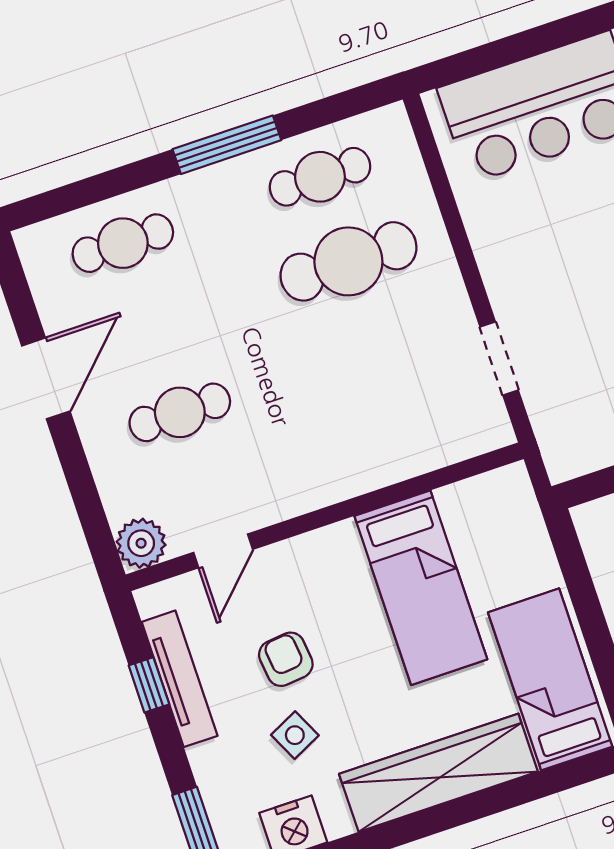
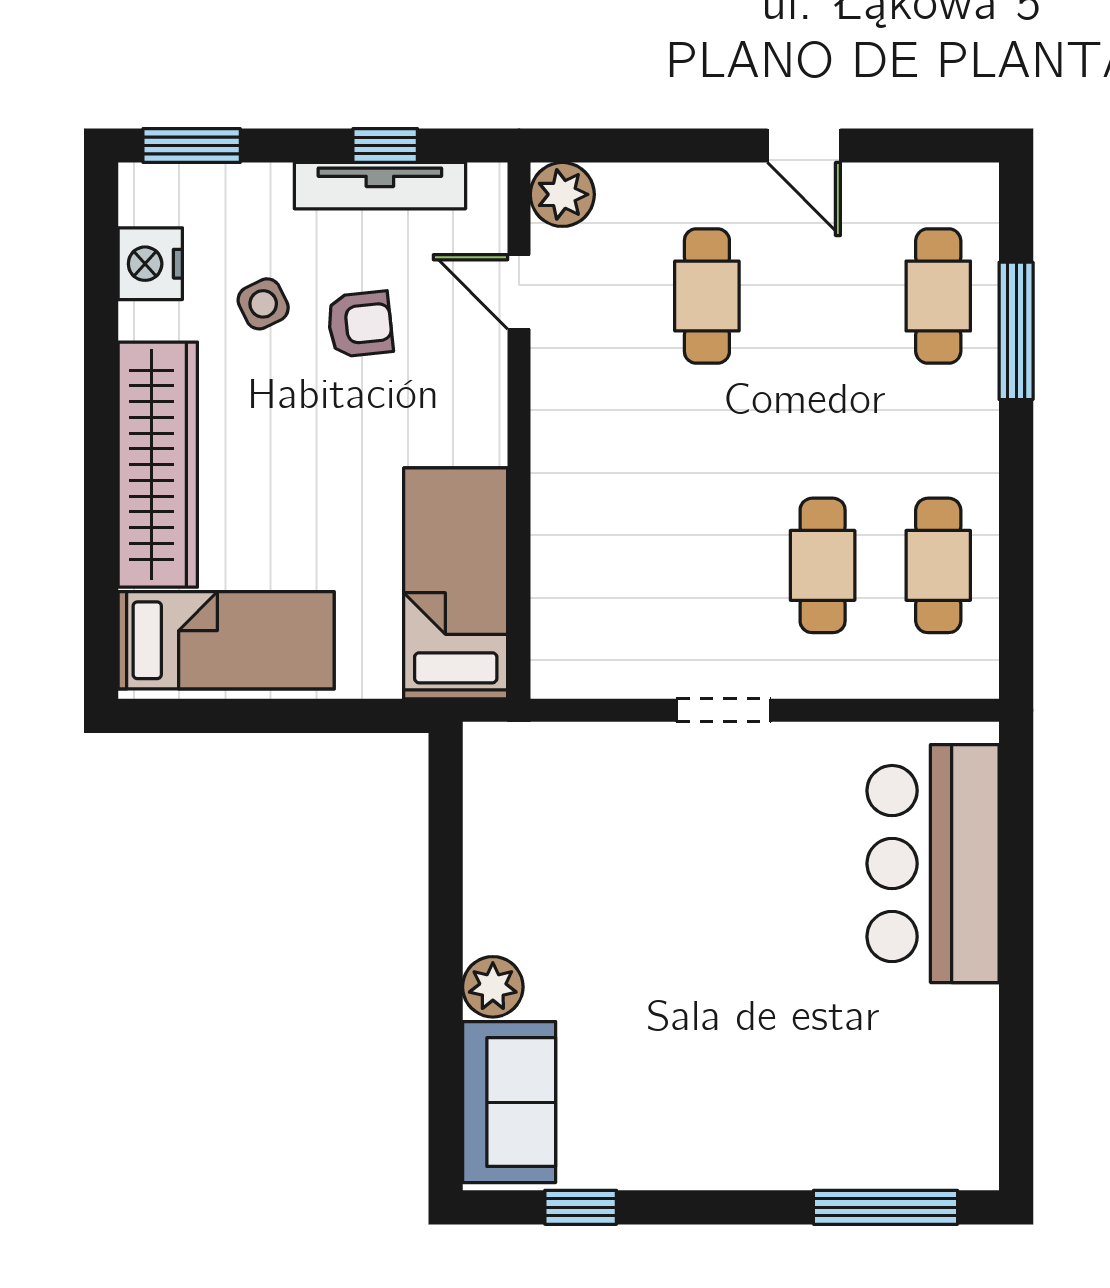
window: (227, 145) -> (1016, 331), moved
cafe table: (348, 261) -> (823, 565), width x0.73, depth x0.74
doorway: (499, 359) -> (723, 710), moved
door: (46, 378) -> (804, 145), width x0.73
bed: (421, 588) -> (456, 583), moved, turned 90

